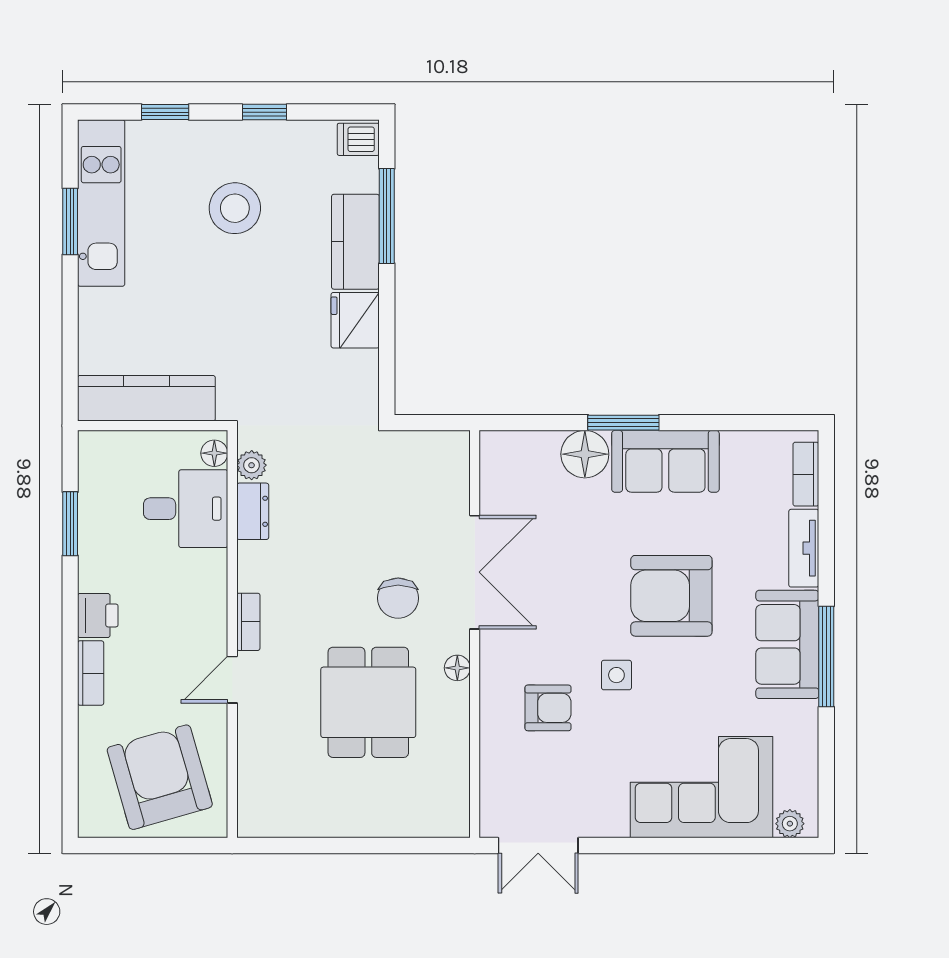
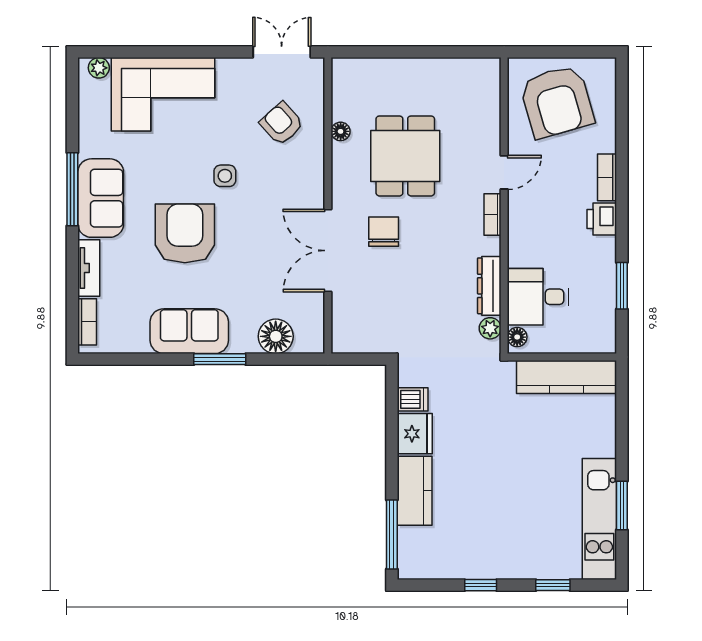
dishwasher: (358, 139) -> (413, 399), moved
stool: (235, 208) -> (502, 515), removed
window: (387, 216) -> (392, 534), moved
floor lamp: (585, 454) -> (276, 336), moved
dresser: (253, 511) -> (489, 286), width x1.44
armchair: (671, 596) -> (185, 233), turned -90
floor lamp: (457, 668) -> (341, 131), moved
armchair: (548, 708) -> (282, 124), moved, turned 48

